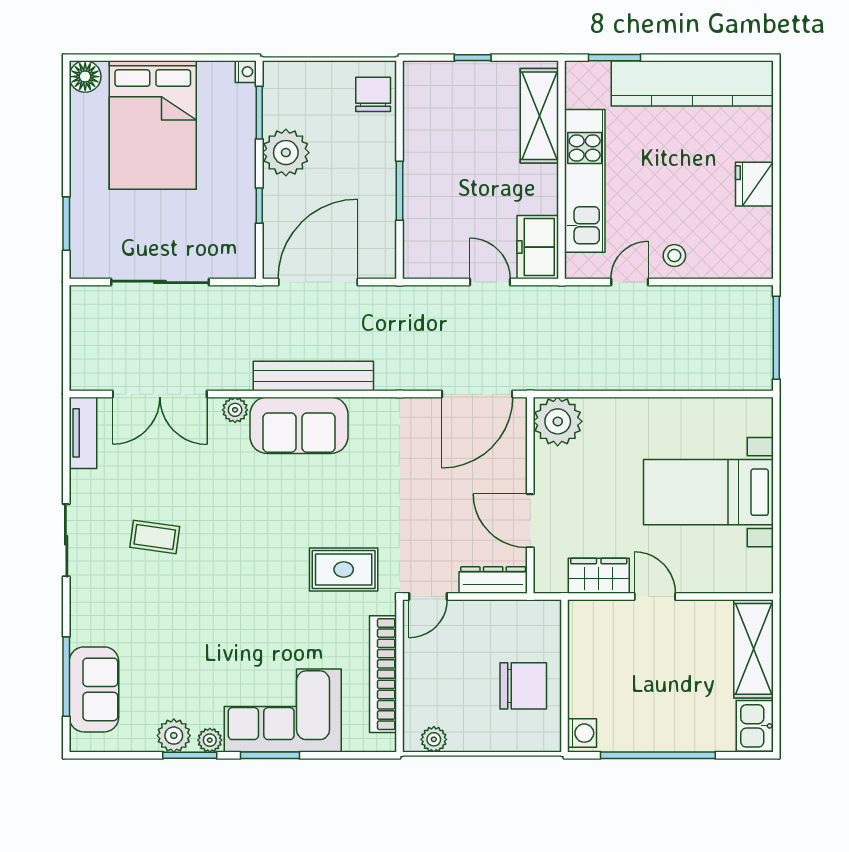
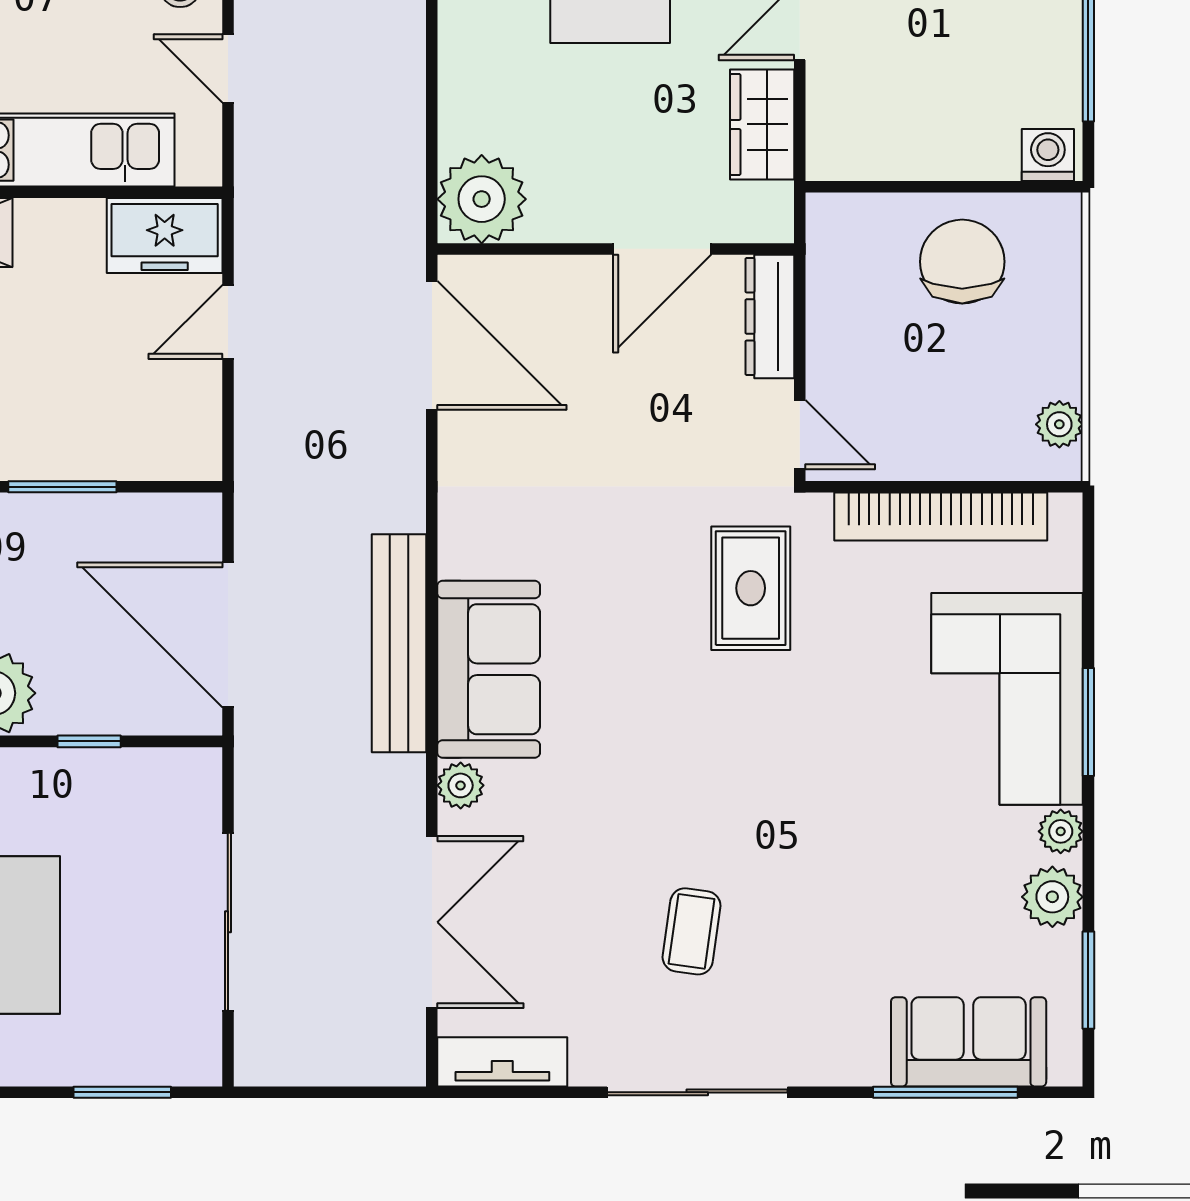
sliding door: (66, 540) -> (697, 1092), width x1.37
window: (190, 755) -> (1088, 980), moved

